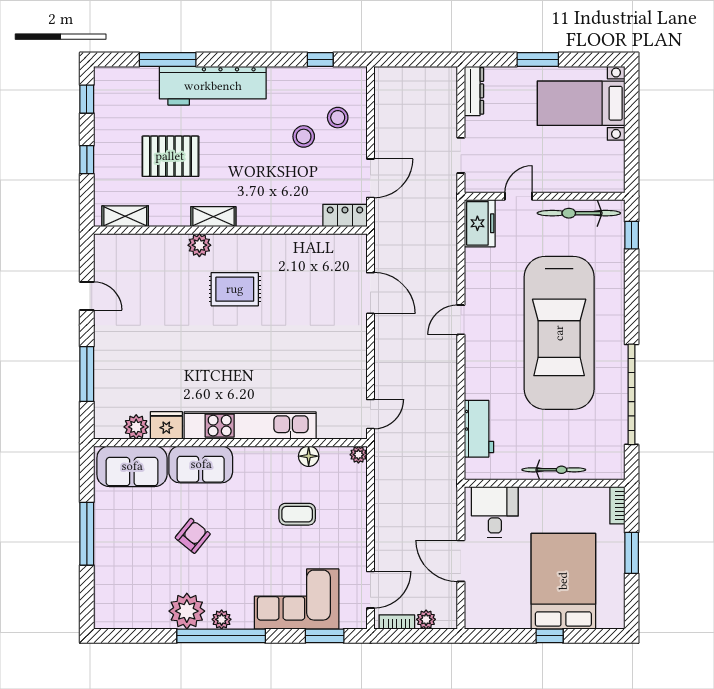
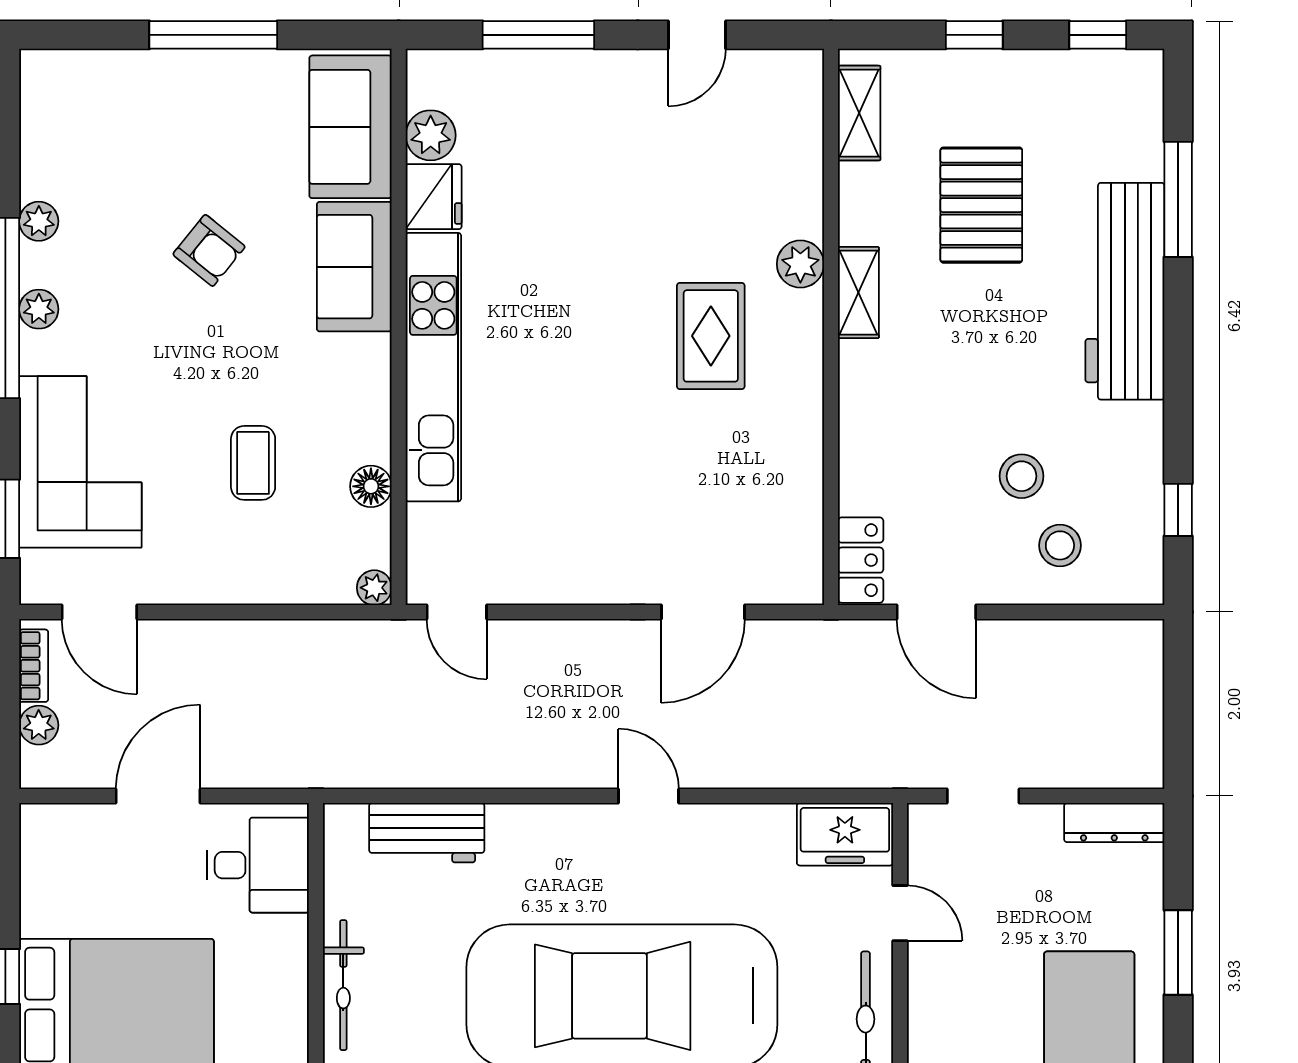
plant: (187, 611) -> (39, 221), width x0.53, depth x0.53

